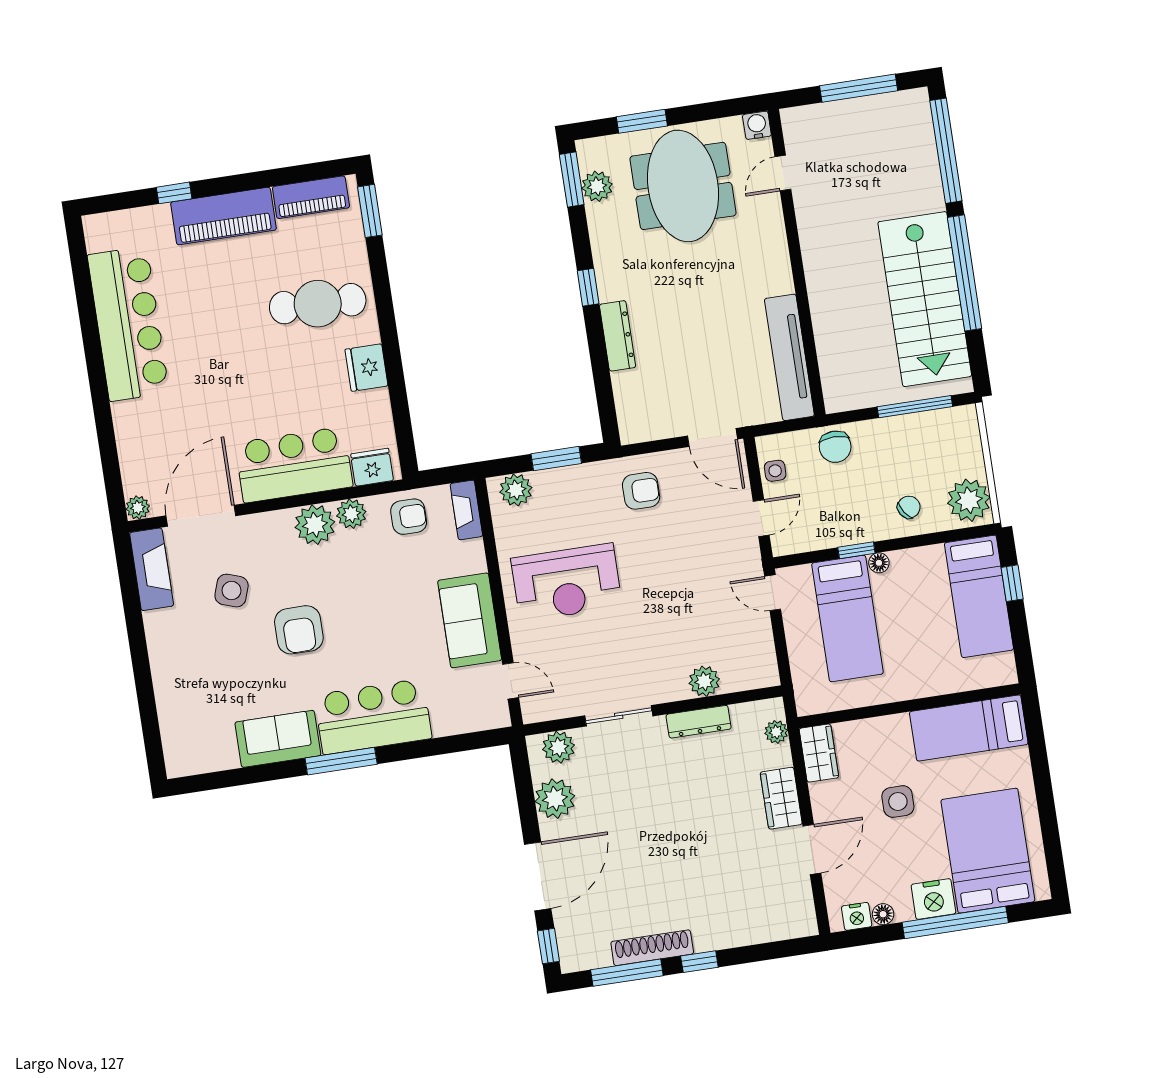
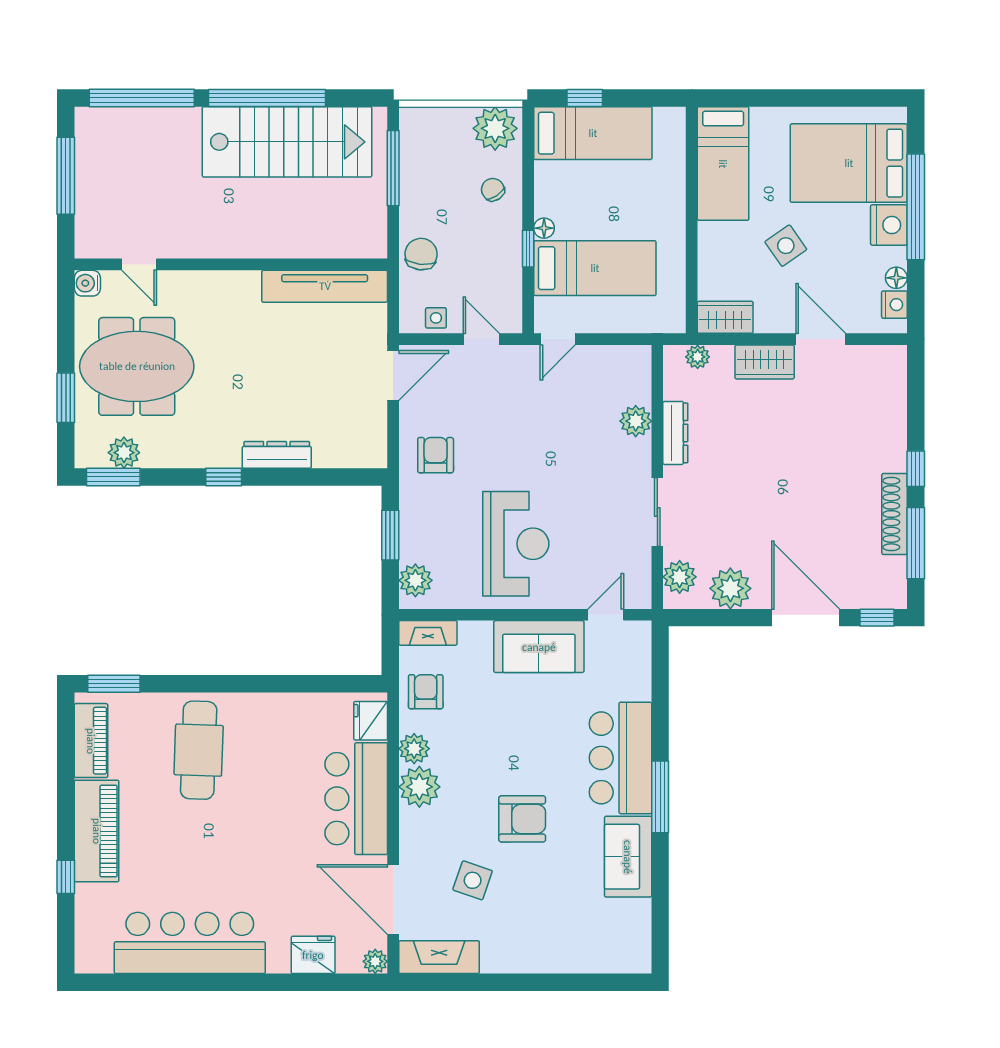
fridge: (367, 368) -> (313, 955), moved, turned 180
chair: (835, 447) -> (421, 254), turned -84
side table: (898, 802) -> (786, 246), turned -35

